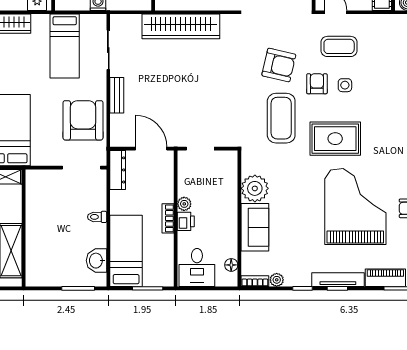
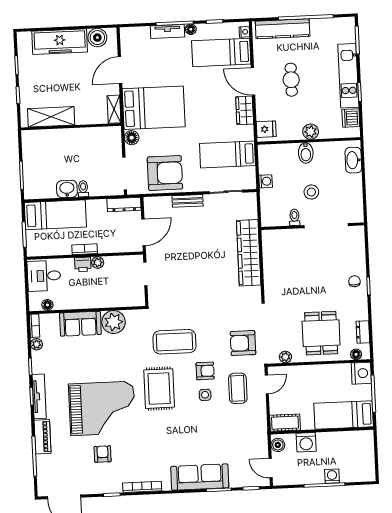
armchair: (279, 65) -> (243, 343), moved, turned 77
floor lamp: (40, 157) -> (132, 138), added
washbasin: (96, 261) -> (67, 189), moved

